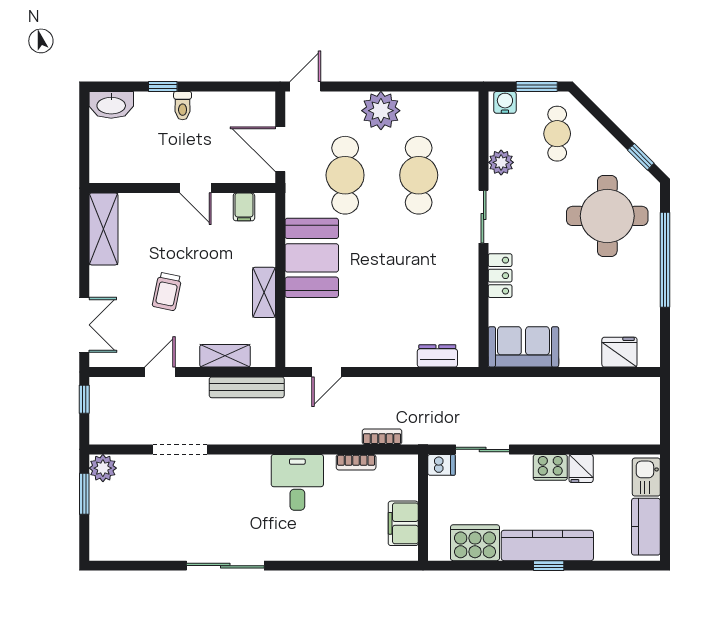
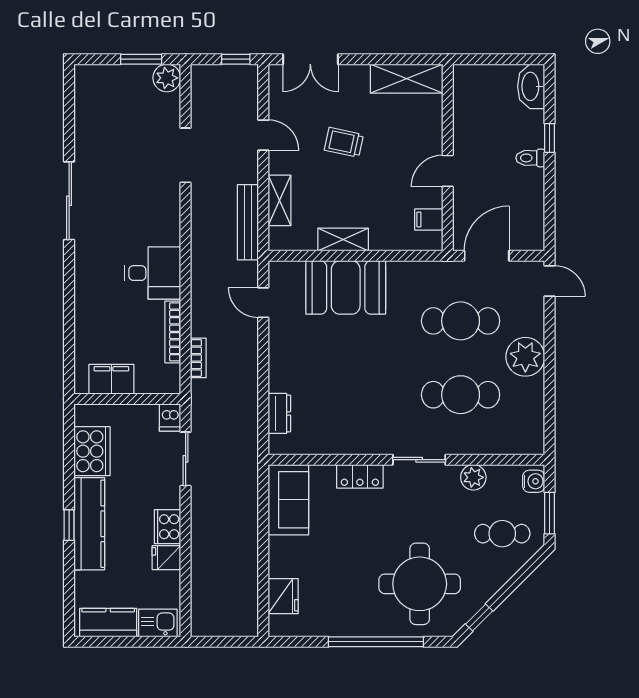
booth: (312, 258) -> (346, 287), moved
bookcase: (356, 462) -> (173, 332), width x1.56

